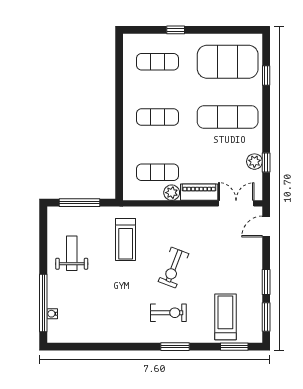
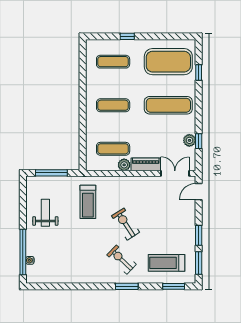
exercise bike: (173, 268) -> (126, 224), turned 126
exercise bike: (168, 313) -> (122, 260), turned -136
treadmill: (225, 317) -> (167, 263), turned -90

